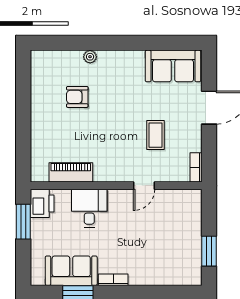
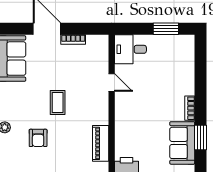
coffee table: (155, 135) -> (58, 103), moved, turned 90
bookcase: (196, 167) -> (73, 40), moved
desk: (89, 208) -> (130, 49), moved

